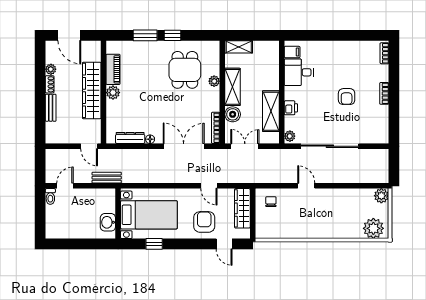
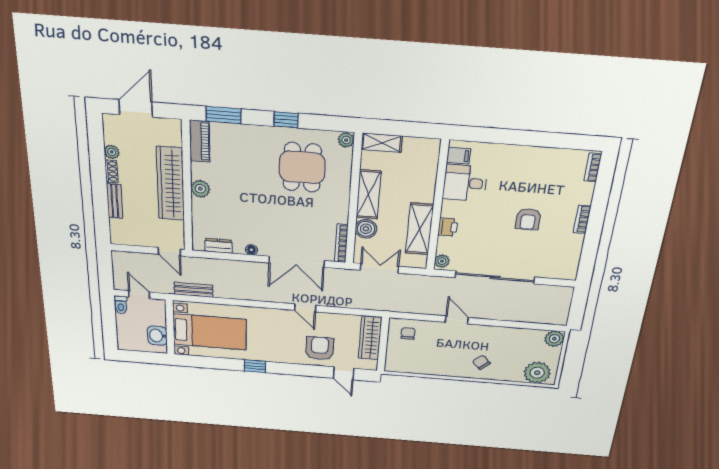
door: (69, 35) -> (136, 108), swing flipped
window: (145, 35) -> (224, 115), moved
piano: (113, 69) -> (200, 141), moved
plant: (214, 81) -> (346, 140), moved
dresser: (130, 138) -> (218, 246), width x0.70
double door: (184, 146) -> (297, 262), swing flipped
door: (65, 186) -> (139, 295), hinge flipped
door: (209, 186) -> (305, 308), moved
wall: (118, 214) -> (170, 327), moved
bed with nightstands: (149, 215) -> (210, 332), moved
washbasin: (108, 222) -> (157, 336), moved
chair: (330, 223) -> (481, 362), added

